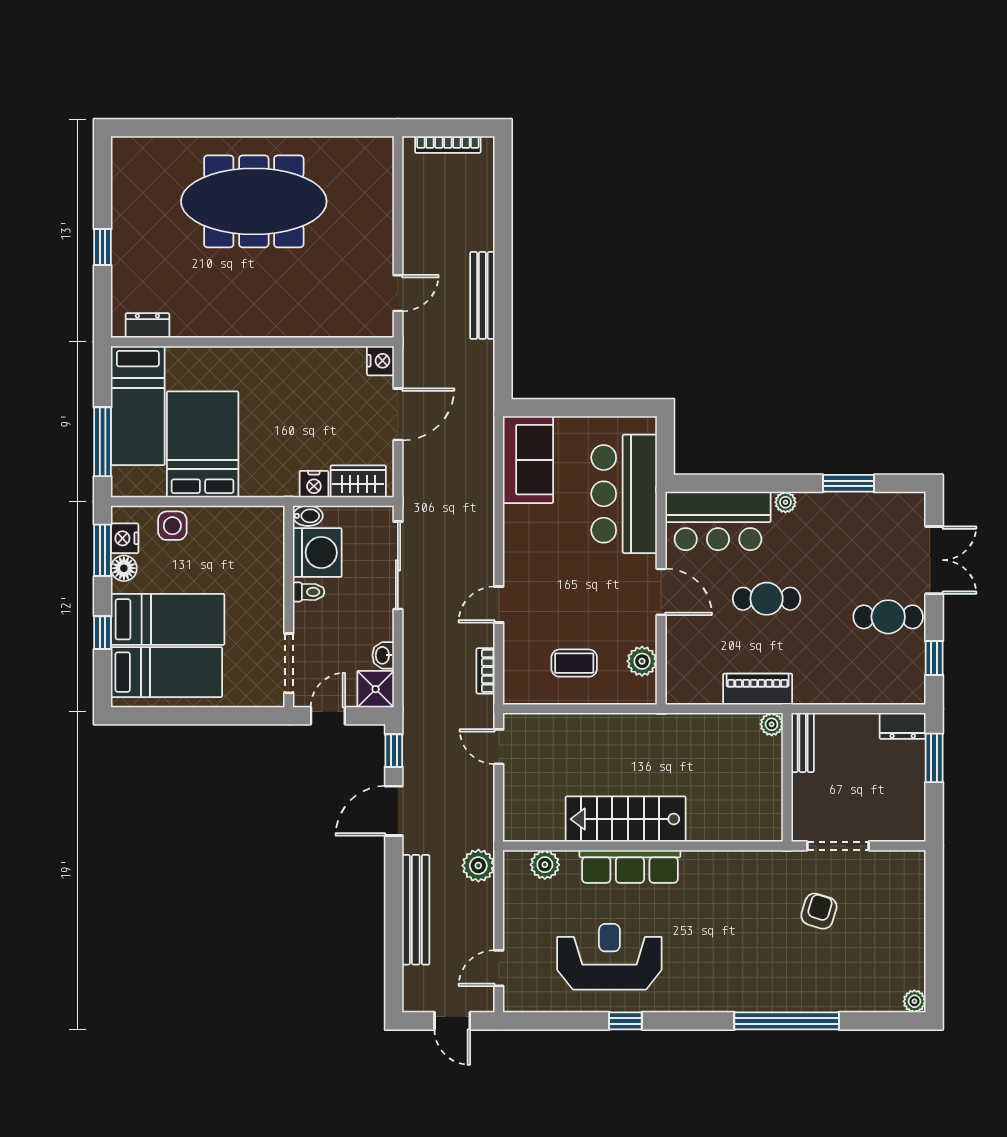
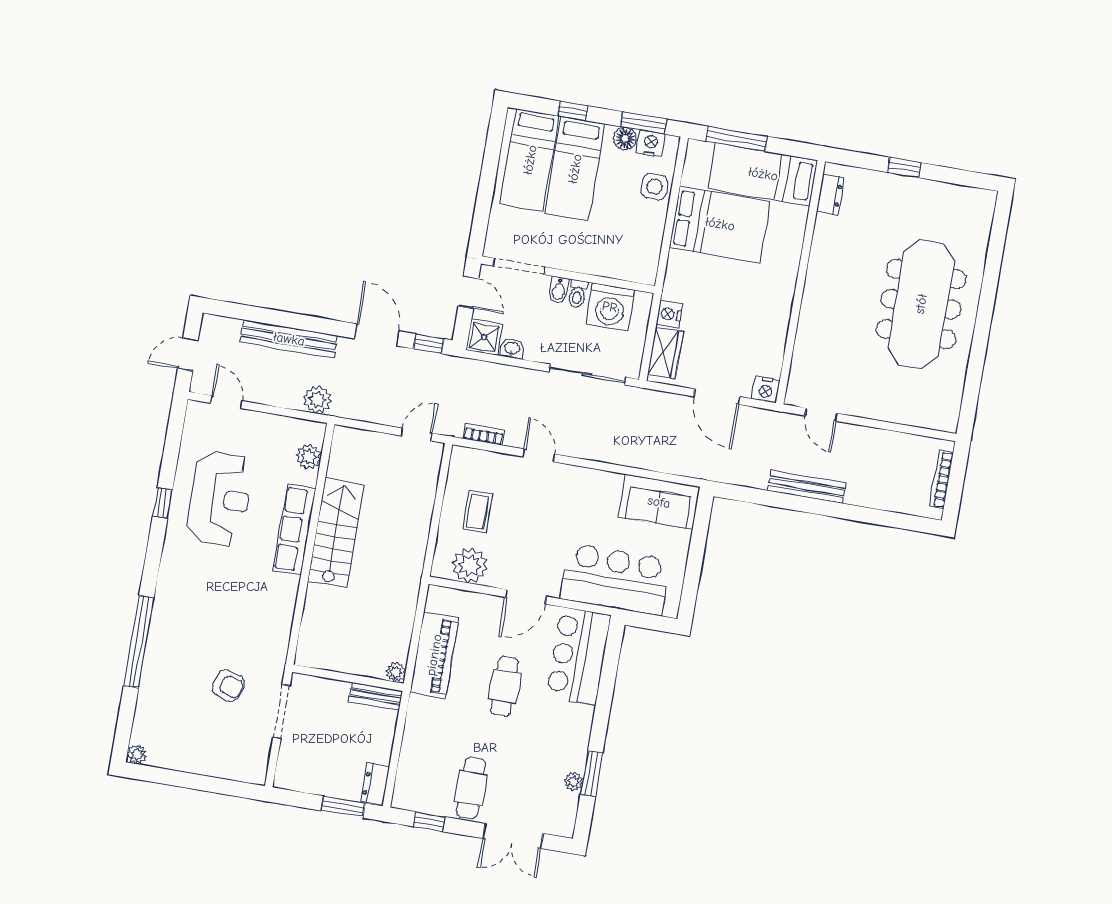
plant: (785, 502) -> (573, 782), moved
bidet: (308, 516) -> (559, 290), moved
plant: (642, 661) -> (470, 565), width x1.36, depth x1.36
piano: (758, 689) -> (434, 655), width x1.37, depth x1.33

